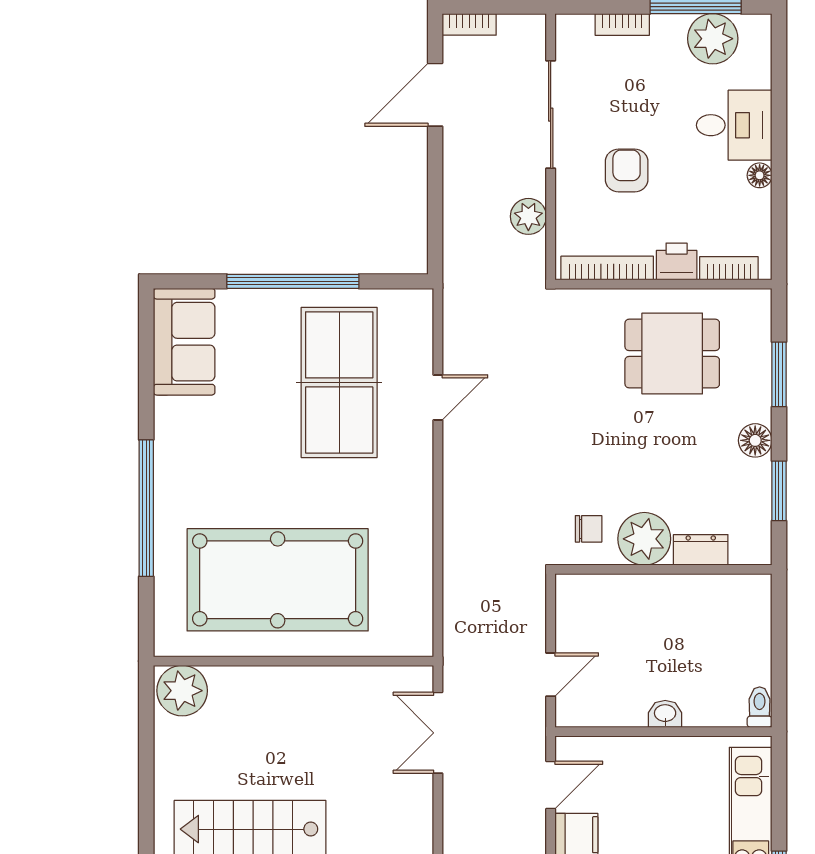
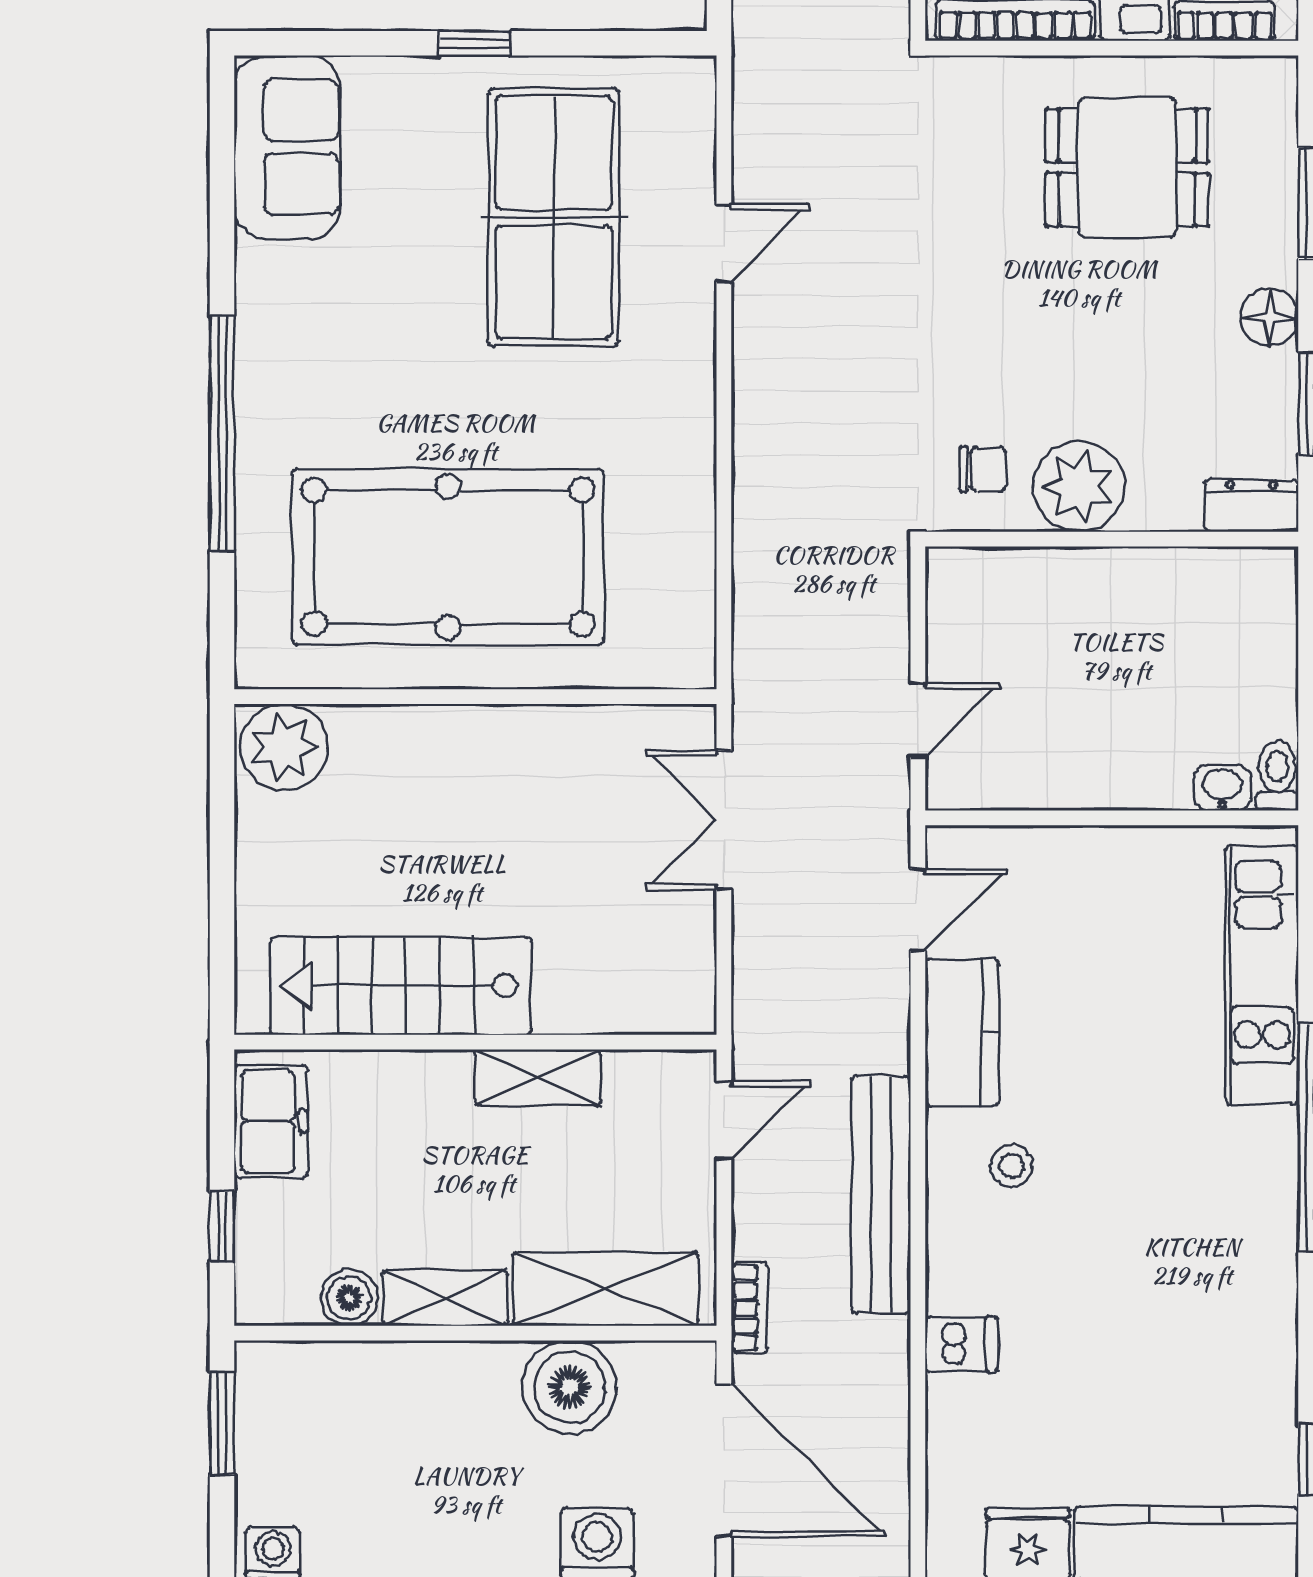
window: (293, 281) -> (474, 43), width x0.32
dresser: (701, 550) -> (1252, 505), moved
washbasin: (665, 714) -> (1222, 788), moved

